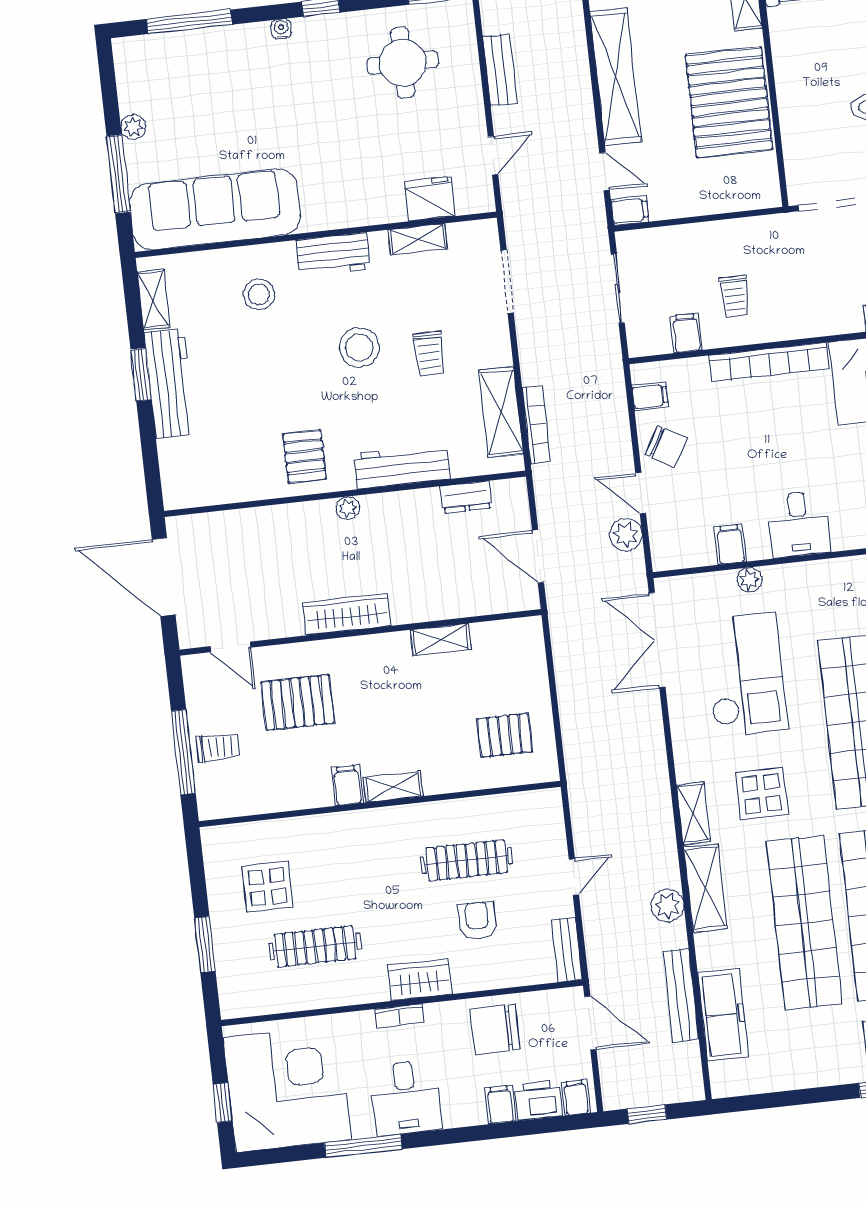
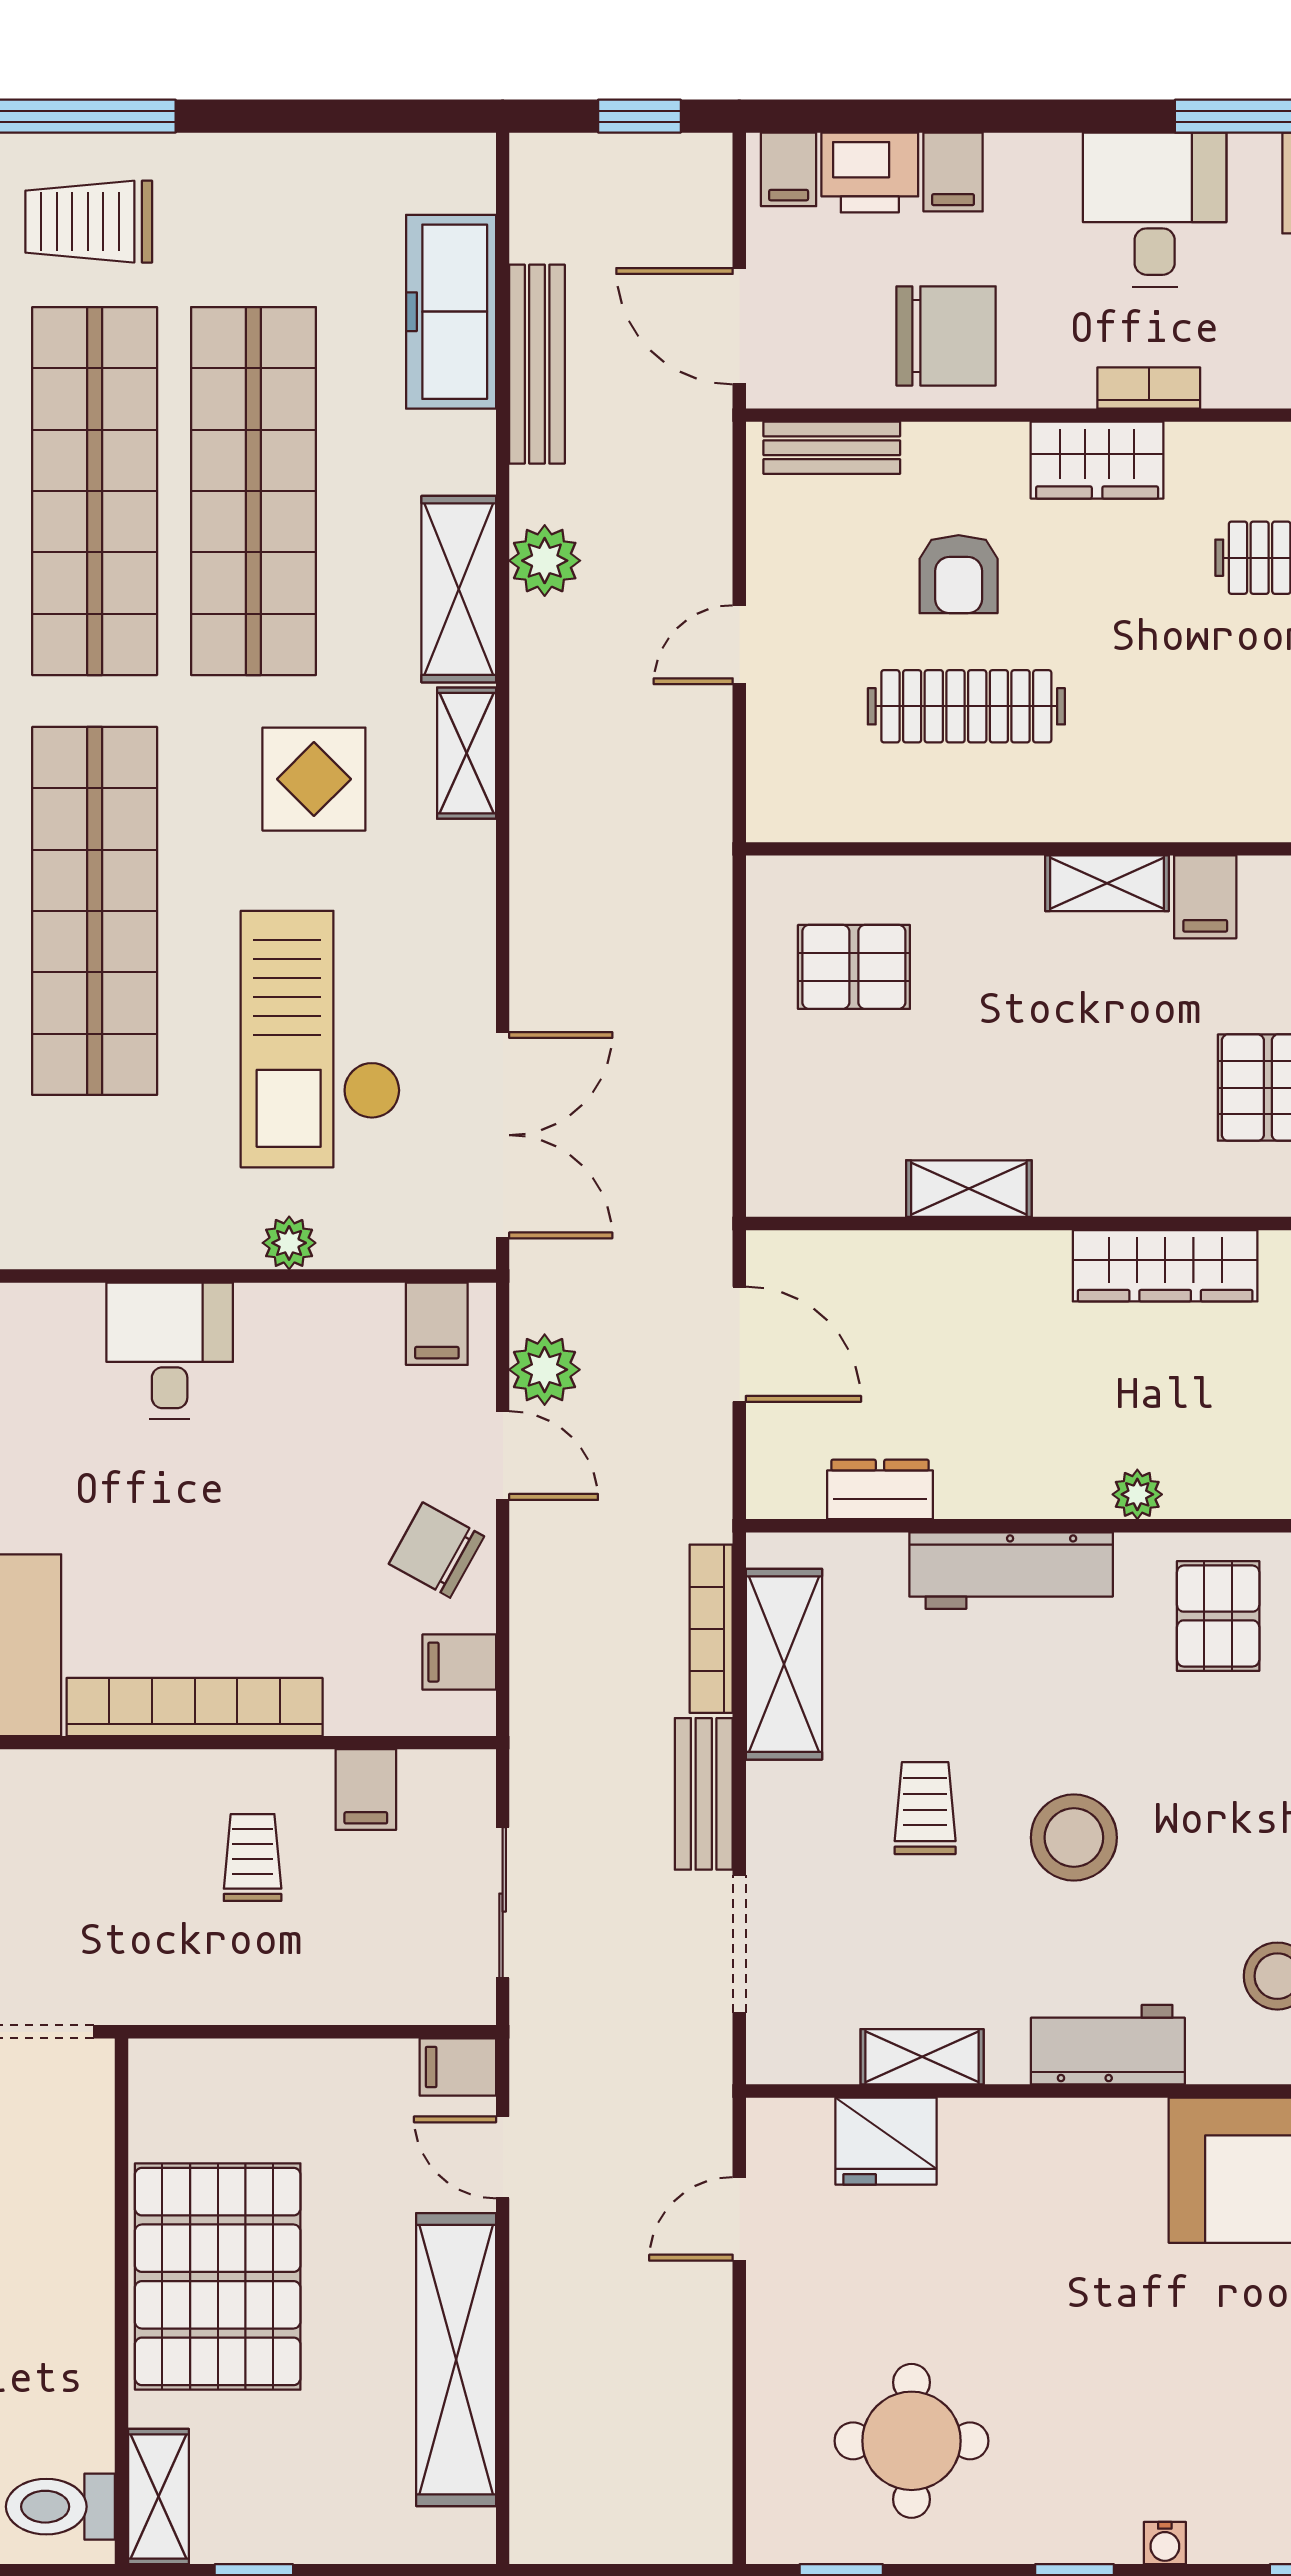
bench: (500, 70) -> (704, 1794), moved
filing cabinet: (730, 544) -> (437, 1324), moved
bench: (567, 950) -> (832, 448), moved, turned 90

